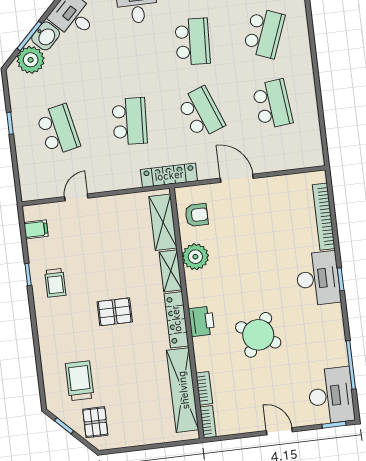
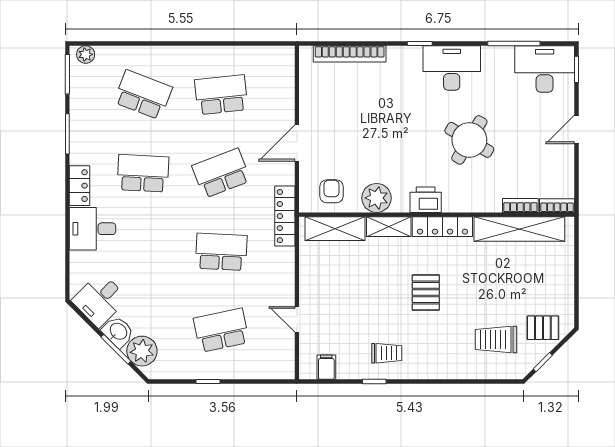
desk: (318, 279) -> (452, 68), moved
printer: (201, 321) -> (426, 200), moved

